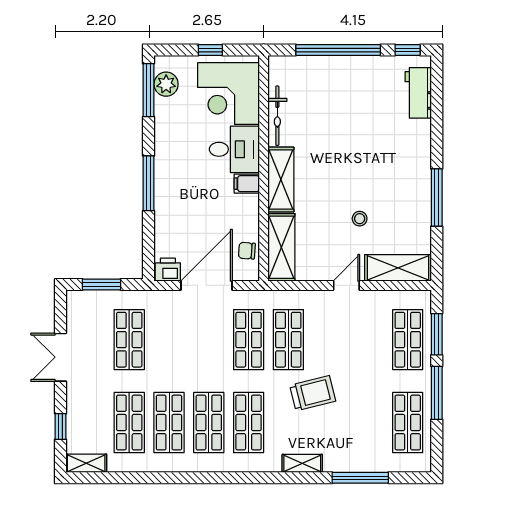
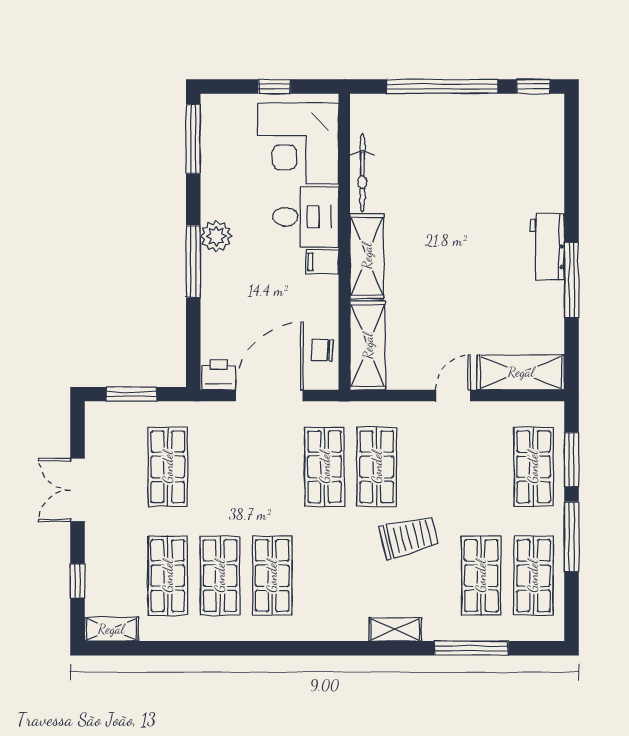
plant: (166, 84) -> (216, 236), moved
workbench: (418, 93) -> (547, 247), moved
stool: (360, 219) -> (470, 308), removed
shop shelf: (249, 423) -> (481, 576), moved

